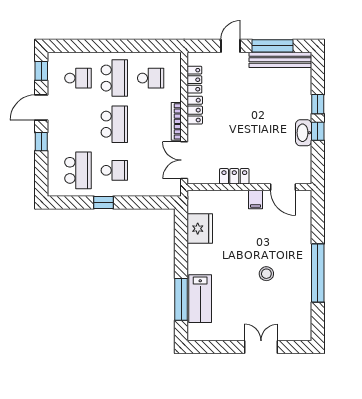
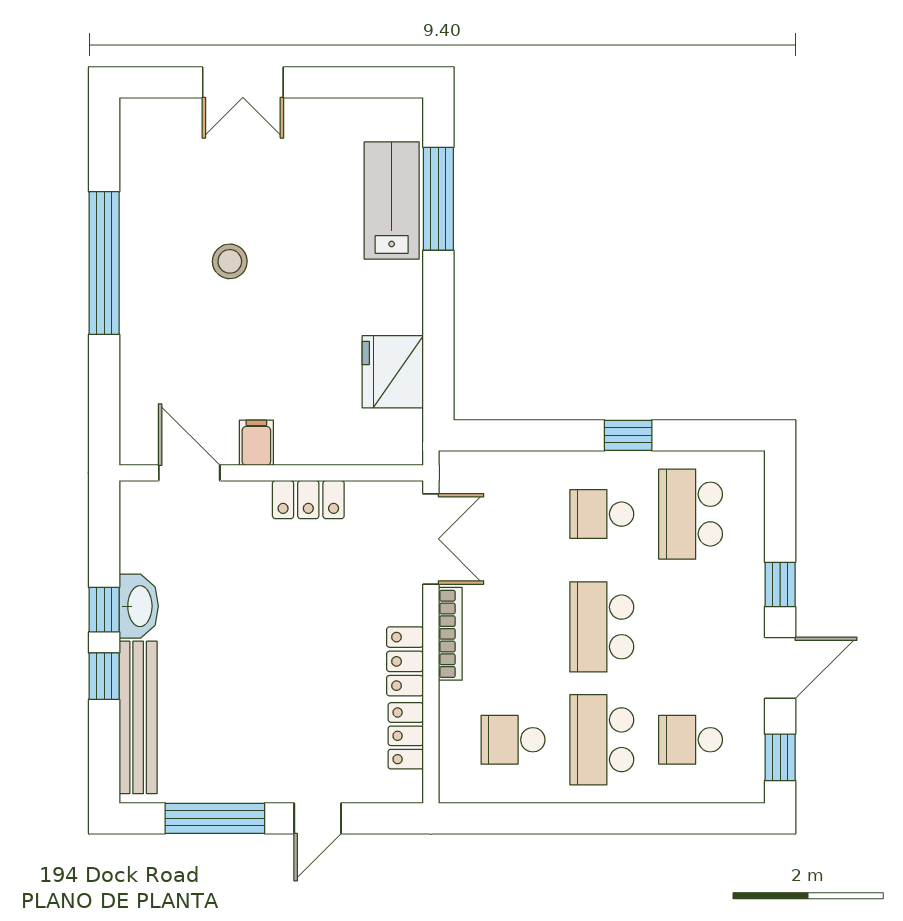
bench: (280, 60) -> (138, 717), moved, turned 90

